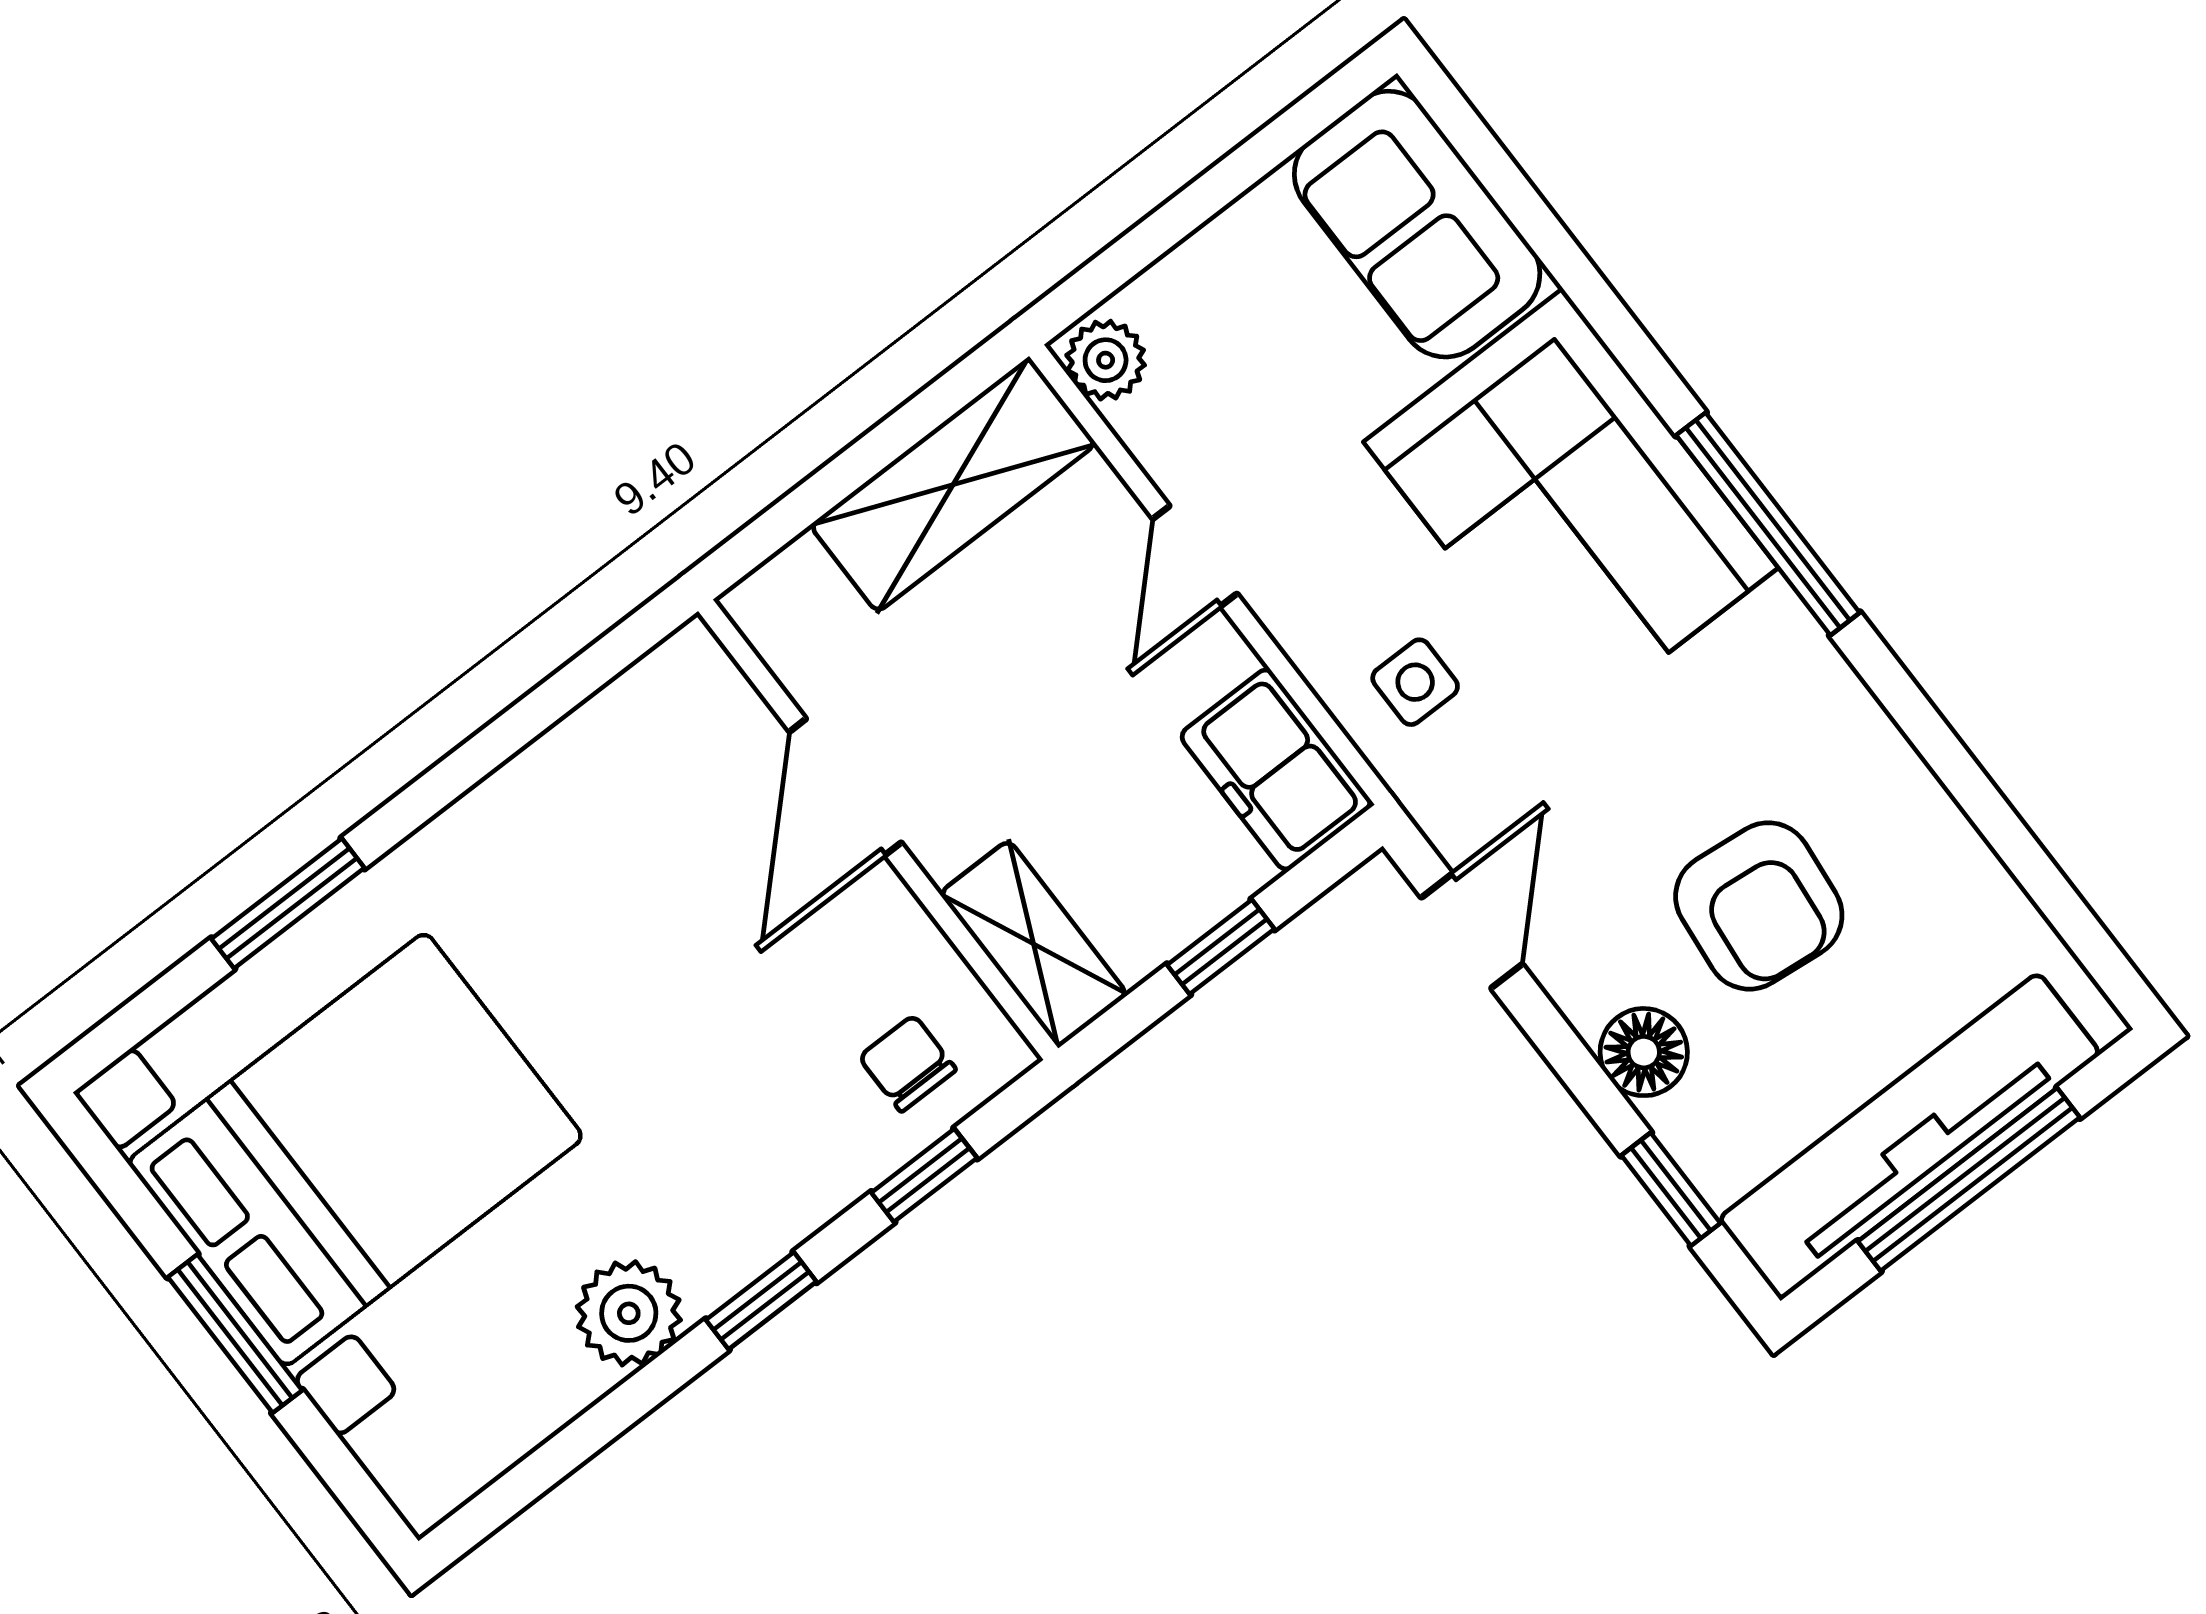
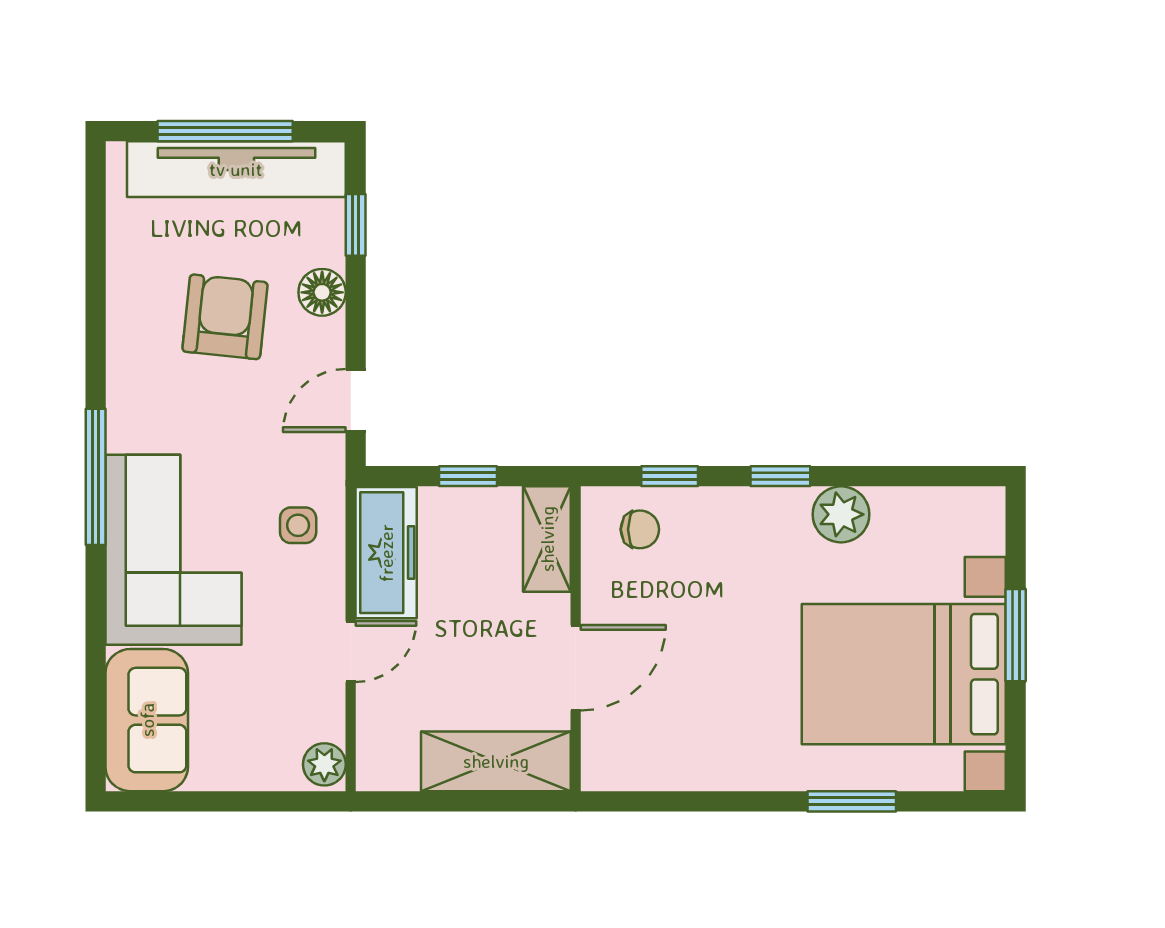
shelving: (953, 485) -> (496, 761), moved
freezer: (1276, 769) -> (386, 553), width x1.40
chair: (908, 1063) -> (640, 529), turned -90

